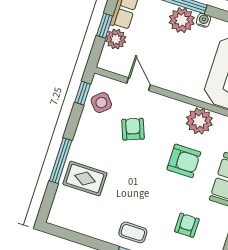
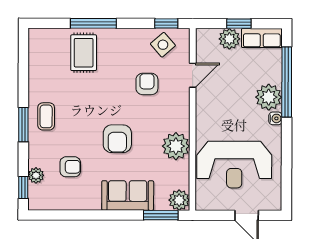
armchair: (133, 129) -> (147, 84), turned -69
armchair: (184, 161) -> (117, 139), moved

